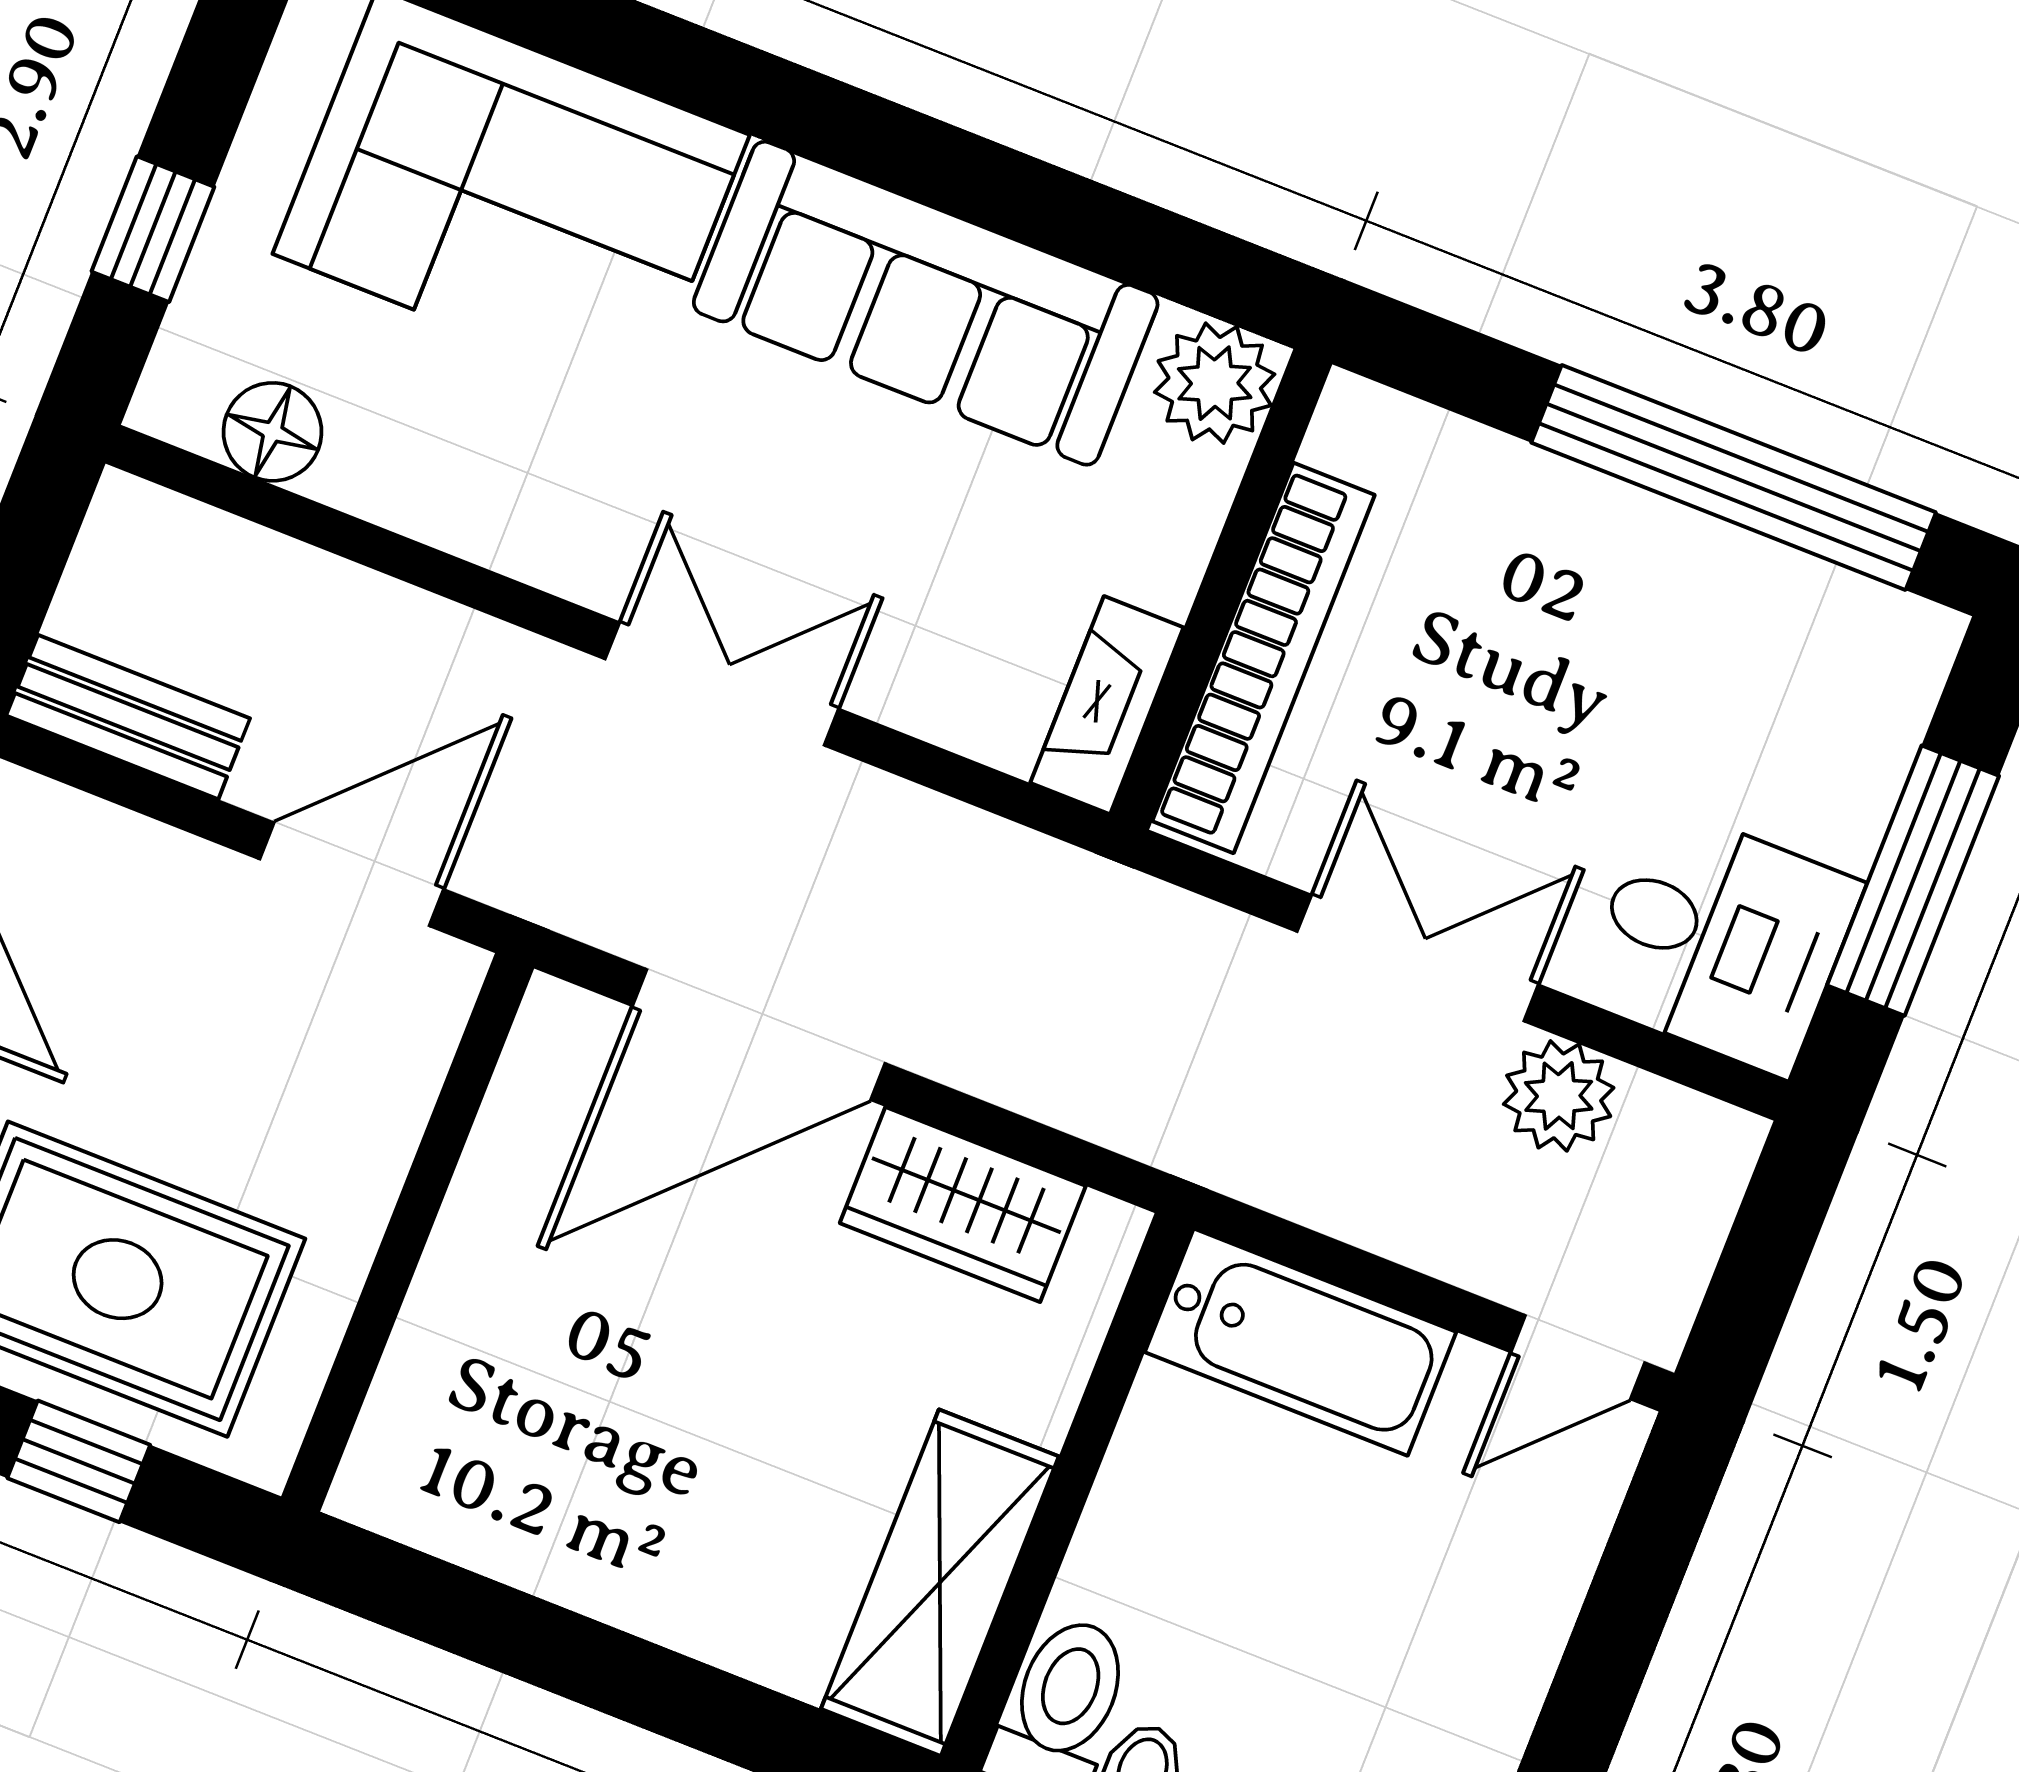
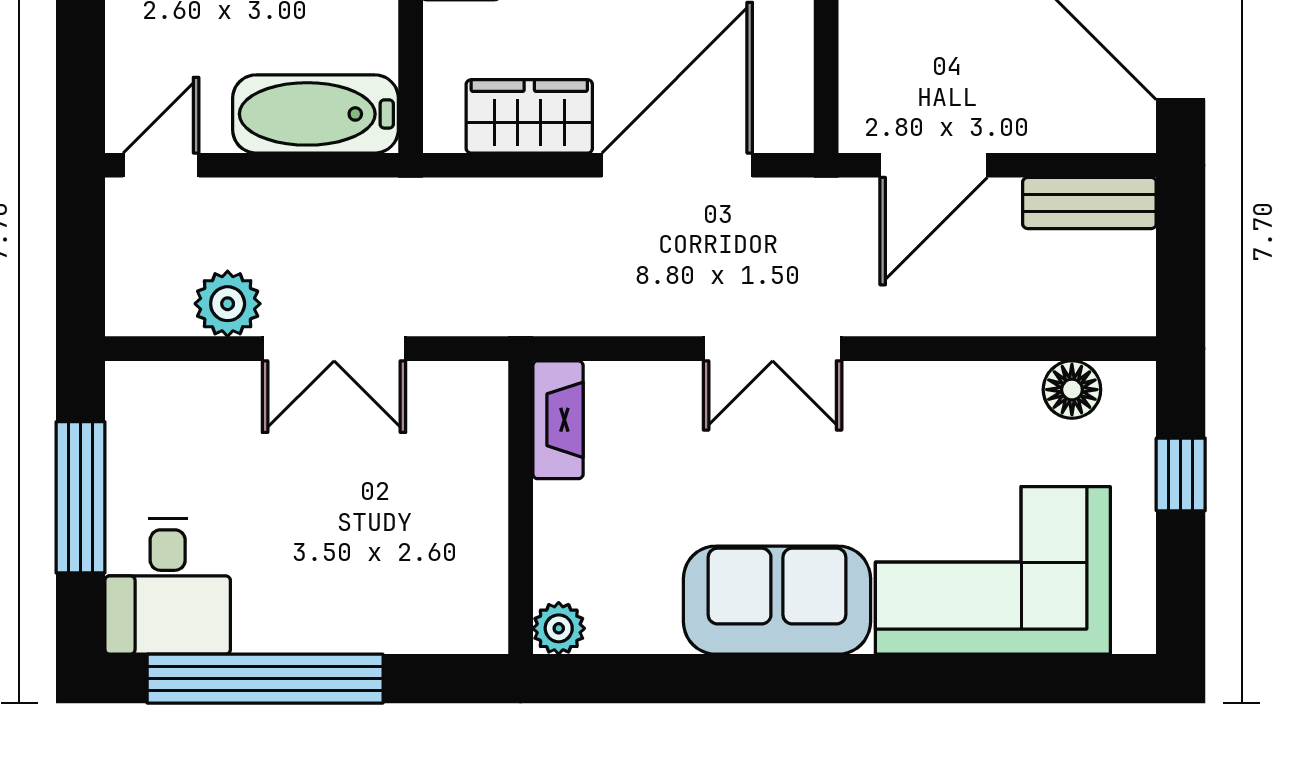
sofa: (926, 303) -> (777, 600), width x0.73
plant: (1215, 383) -> (559, 628), width x0.73, depth x0.73
bookcase: (1263, 658) -> (483, 479), removed
desk: (1721, 940) -> (168, 587), moved, turned -90

